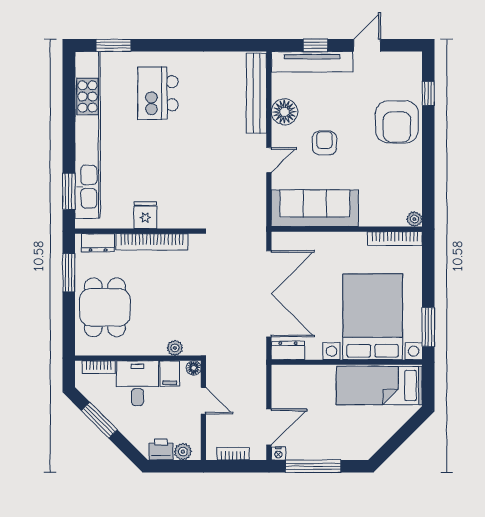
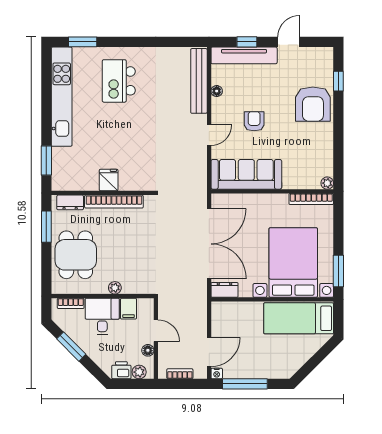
floor lamp: (284, 112) -> (217, 91), width x0.53, depth x0.53
kitchen unit: (88, 135) -> (62, 97), width x0.73
plant: (175, 348) -> (115, 288), moved
floor lamp: (194, 368) -> (148, 350), moved

